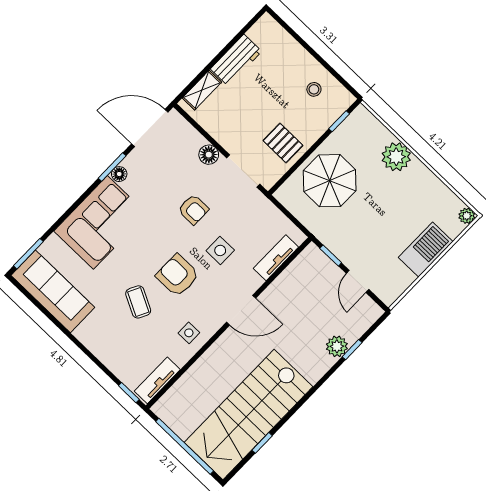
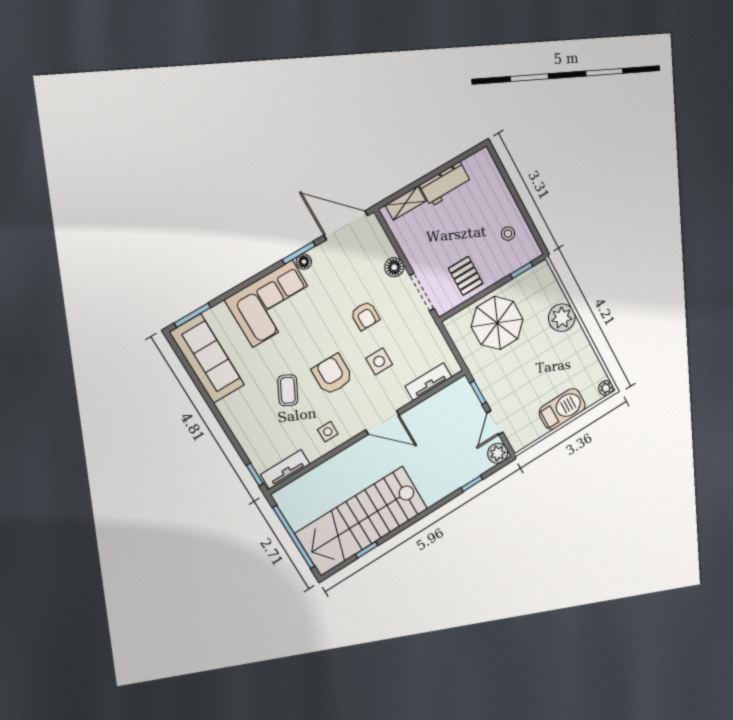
plant: (337, 346) -> (498, 453), moved

